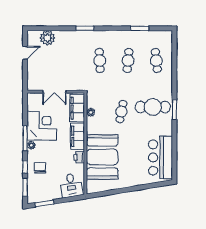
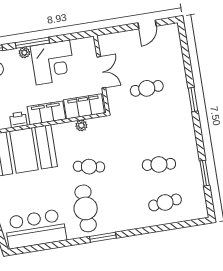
plant: (47, 38) -> (172, 51), removed
door: (25, 53) -> (147, 24), hinge flipped
cafe table: (100, 61) -> (147, 88), moved
double door: (54, 92) -> (101, 72), swing flipped
cafe table: (153, 107) -> (86, 208), moved

